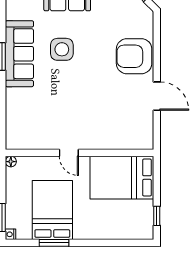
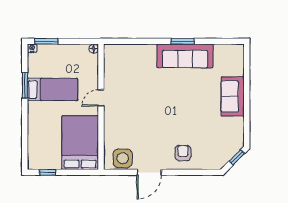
side table: (62, 49) -> (123, 158), moved
armchair: (134, 56) -> (183, 153), width x0.53, depth x0.53
bed: (52, 210) -> (53, 89), width x0.67

